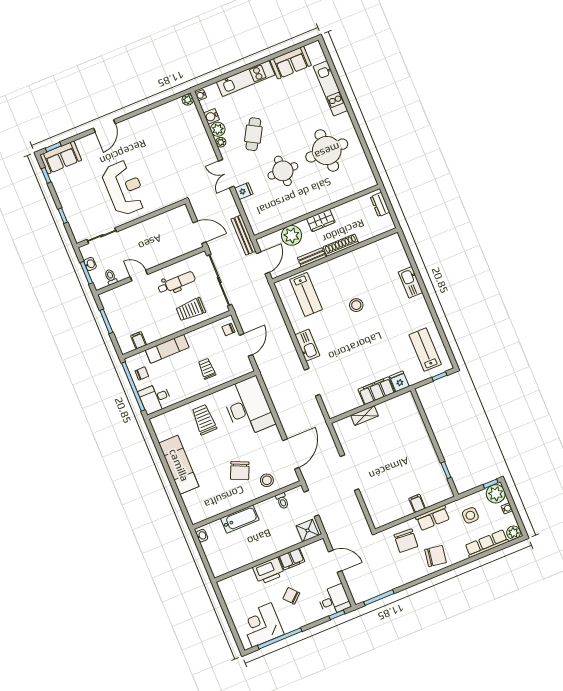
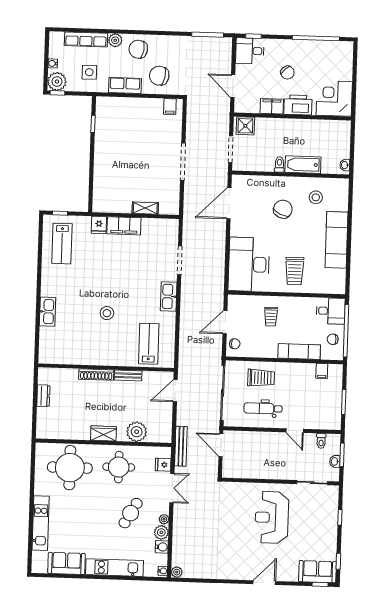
wall: (317, 212) -> (104, 443), moved
wardrobe: (321, 220) -> (103, 433), moved
bench: (243, 235) -> (181, 446), moved
plant: (292, 235) -> (137, 432), moved
stool: (267, 480) -> (316, 197), moved
toilet: (282, 501) -> (279, 164), moved
filing cabinet: (417, 503) -> (170, 107), moved
plant: (513, 533) -> (115, 40), moved
chair: (406, 541) -> (159, 76), turned -83
corner desk: (262, 625) -> (334, 98), moved, turned 180

